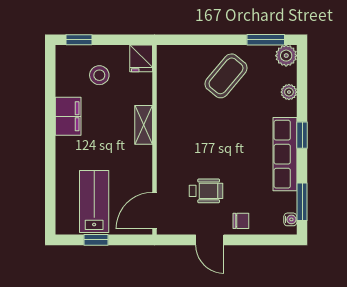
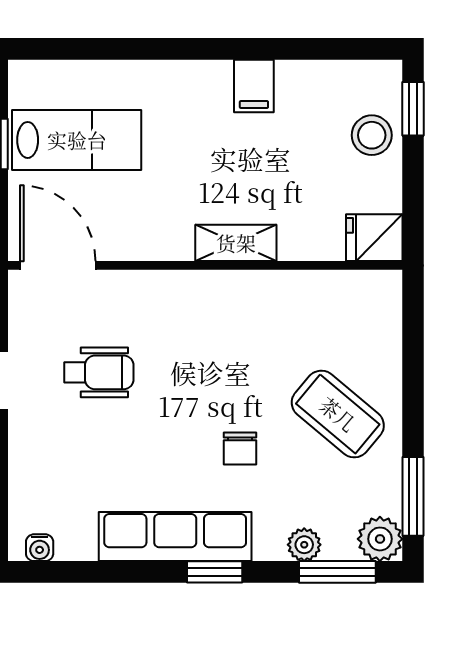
stool: (99, 75) -> (372, 135), moved
filing cabinet: (68, 116) -> (254, 86), width x0.50
wheelchair: (206, 191) -> (99, 372), turned -90
window: (302, 202) -> (337, 572), moved
chair: (241, 221) -> (240, 449), moved

